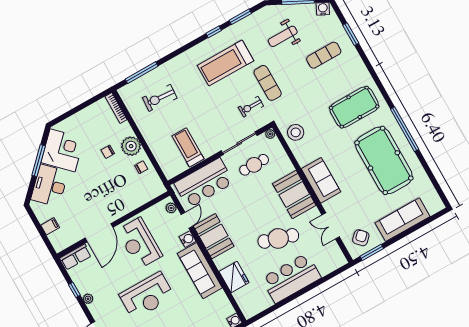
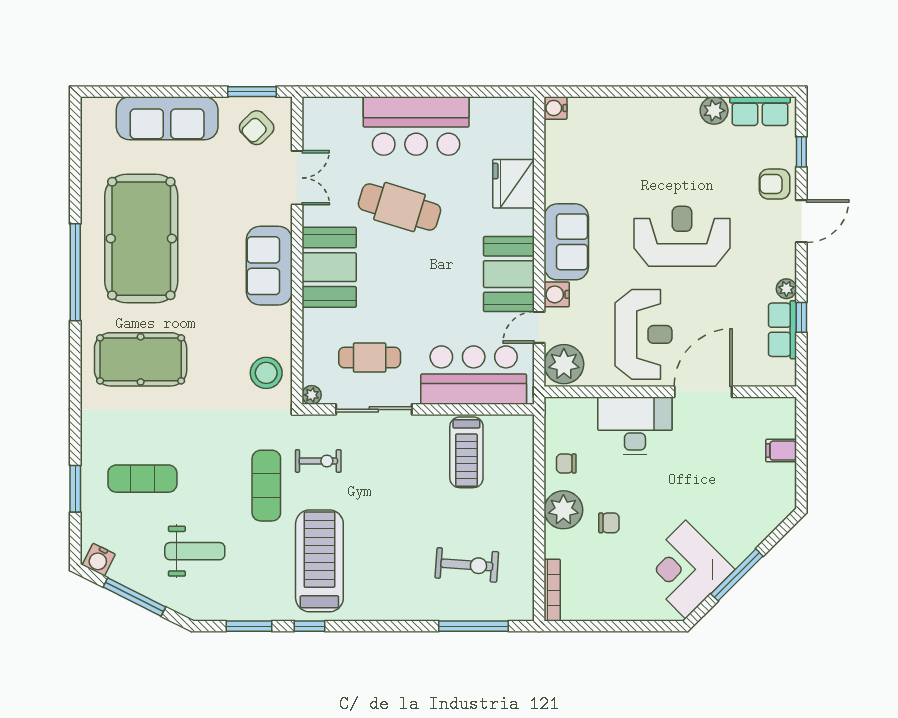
treadmill: (226, 63) -> (319, 561), turned -90
desk: (50, 186) -> (635, 426), moved, turned -135
plant: (171, 208) -> (564, 364), width x1.88, depth x1.88
row of seats: (76, 257) -> (782, 330), moved, turned -90
sofa: (200, 271) -> (566, 242), width x0.73

